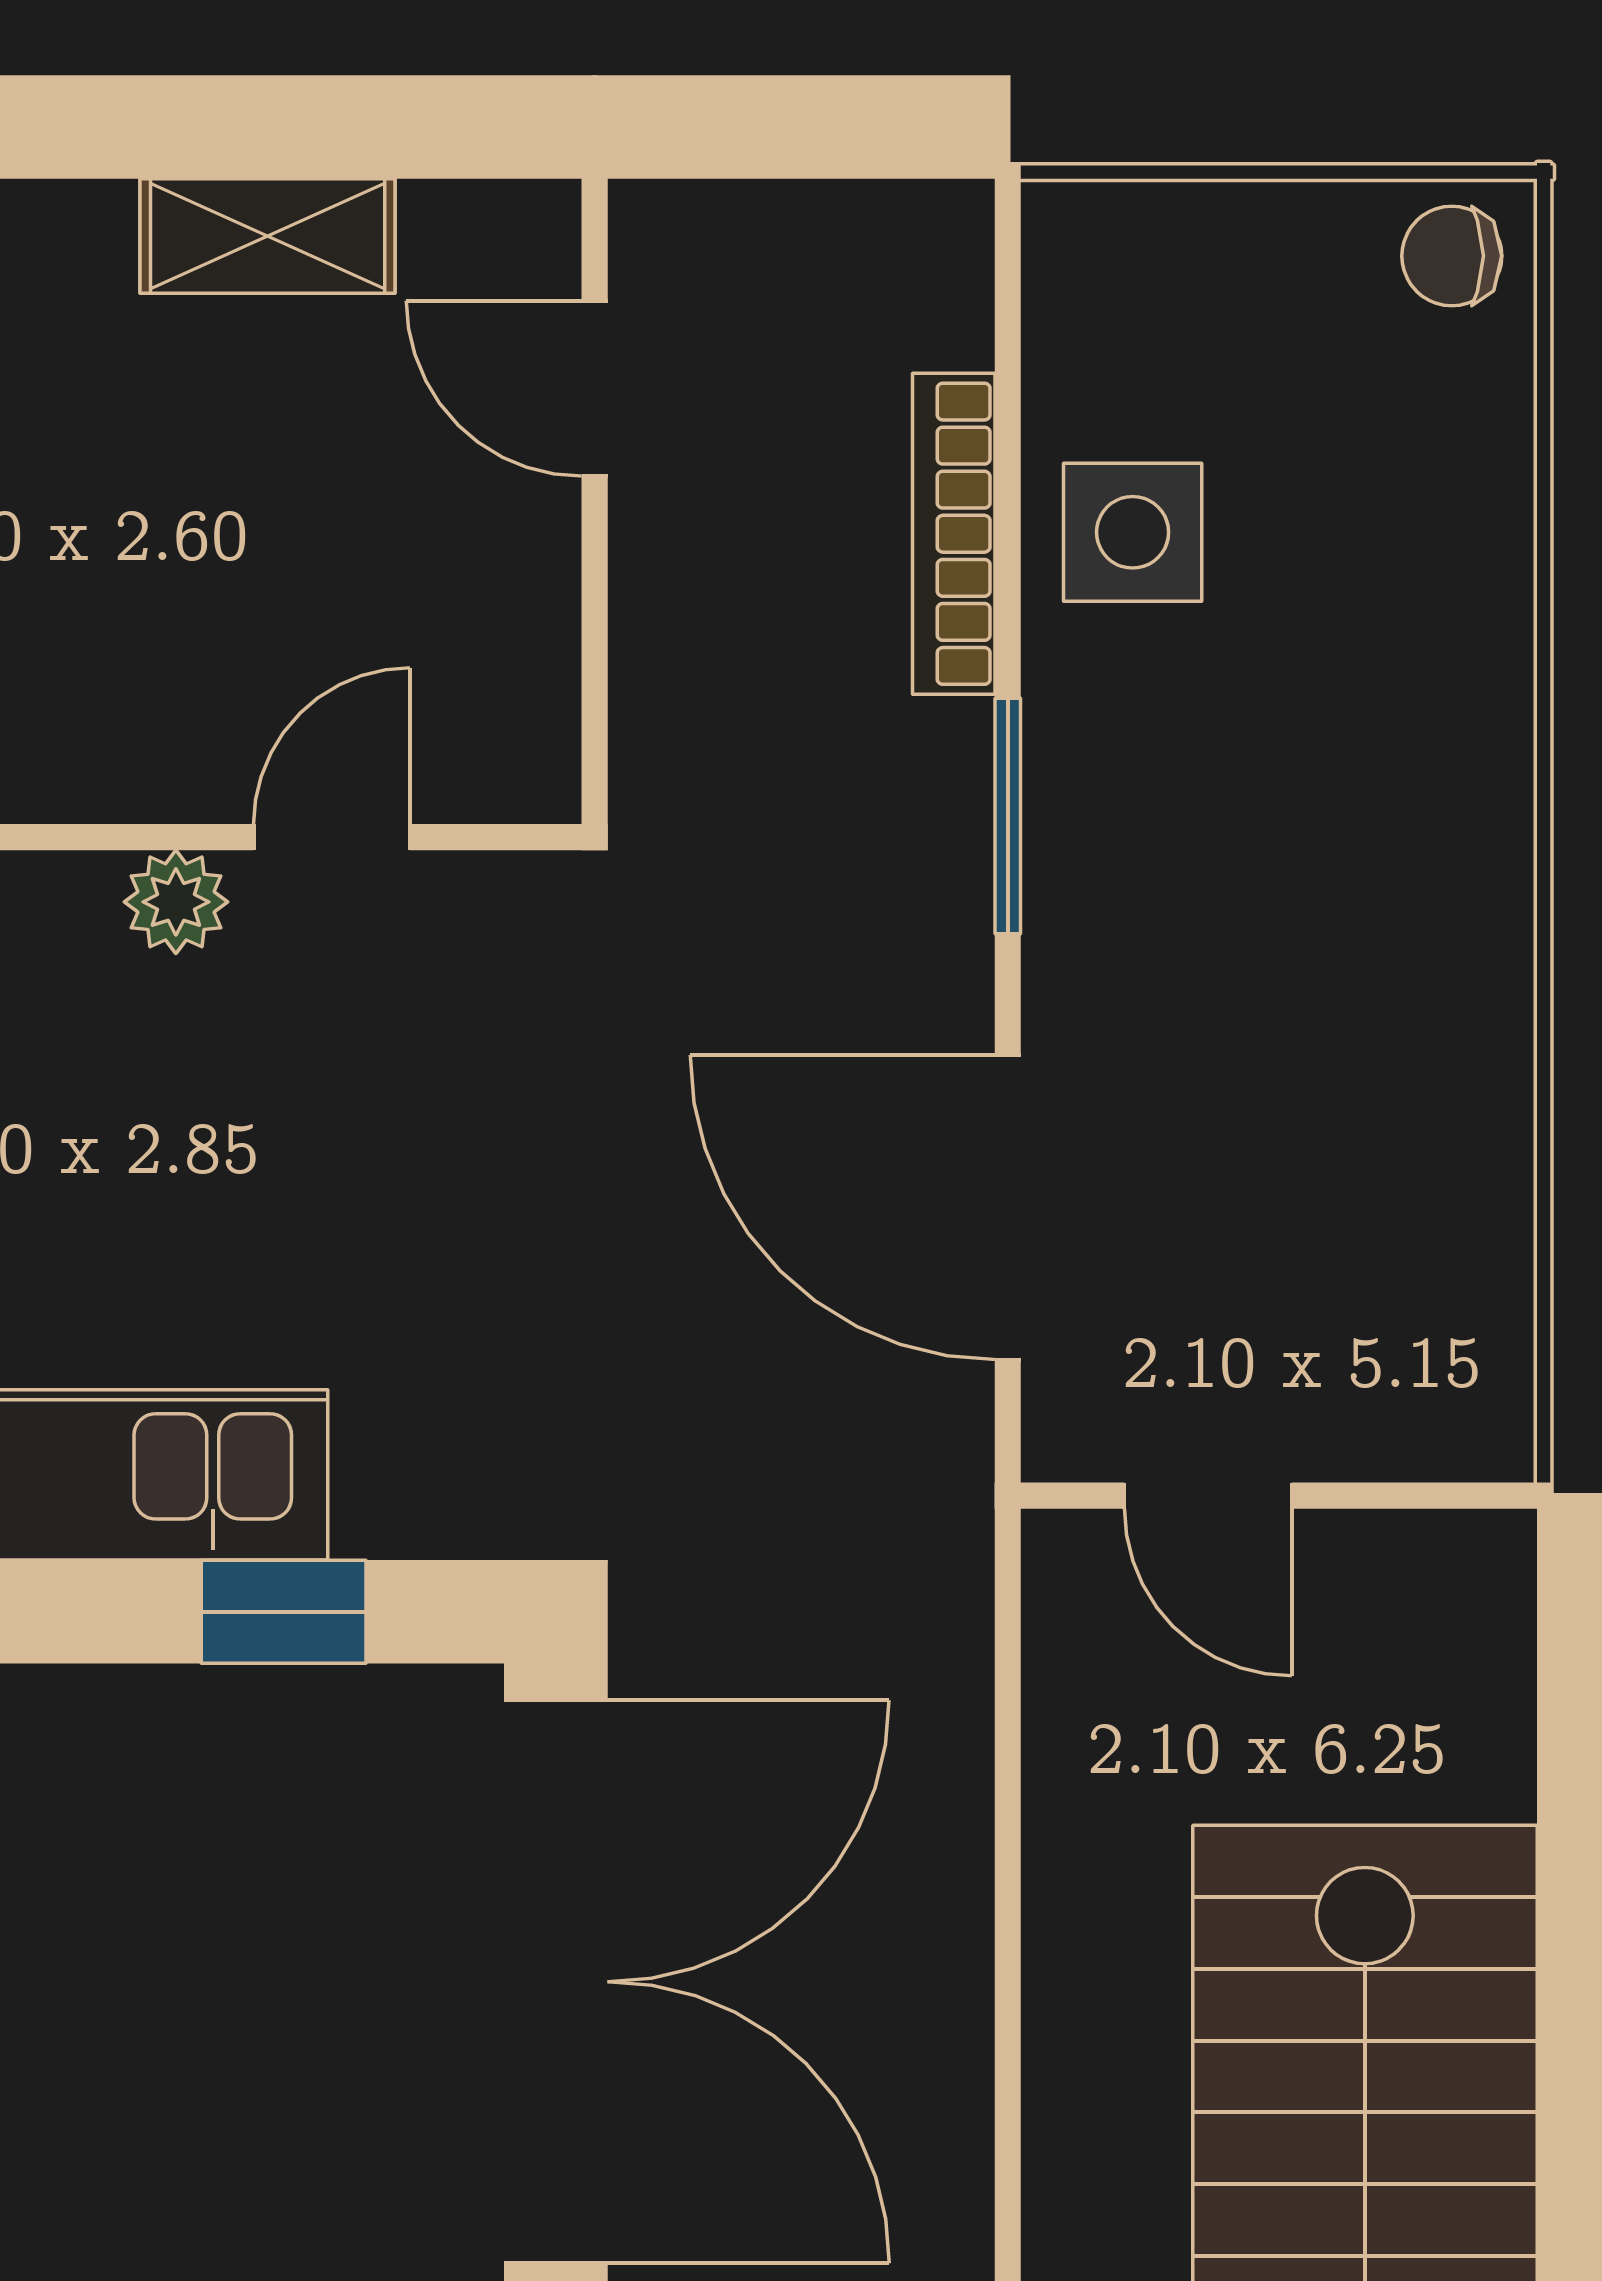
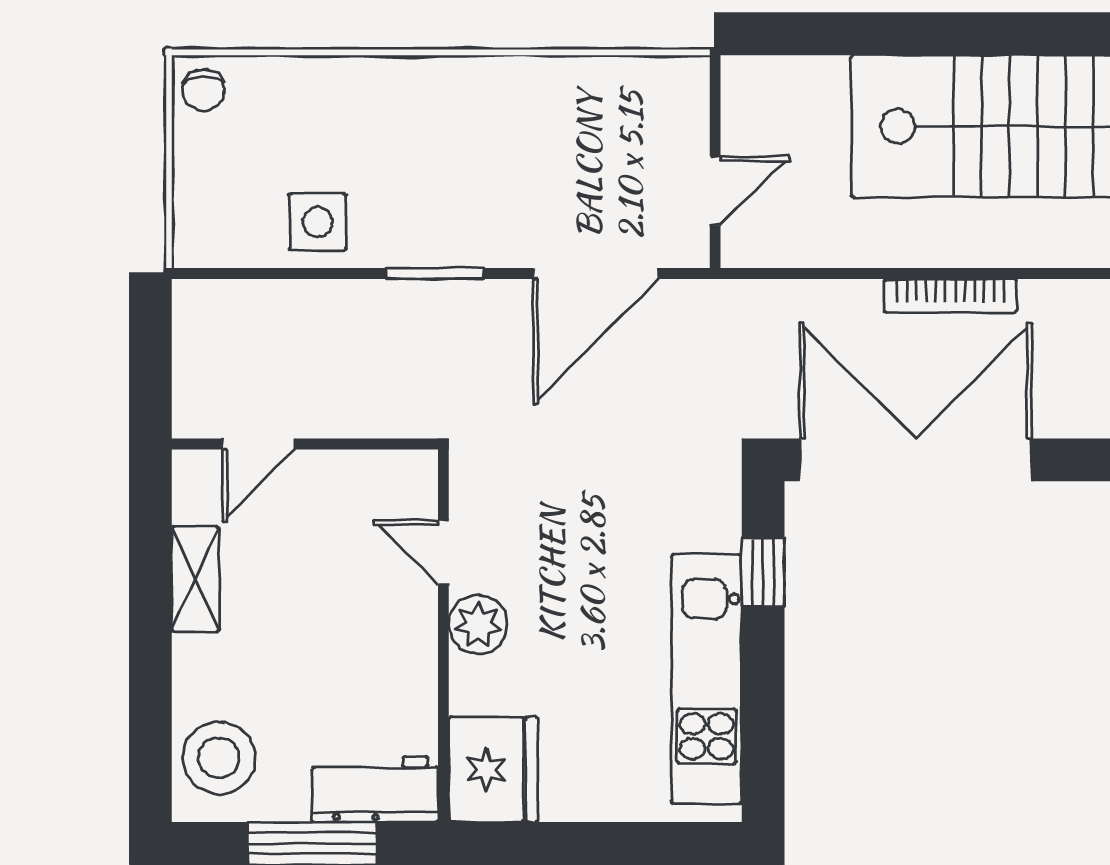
bookcase: (954, 534) -> (950, 296), moved
plant: (176, 902) -> (478, 625), width x1.38, depth x1.38

